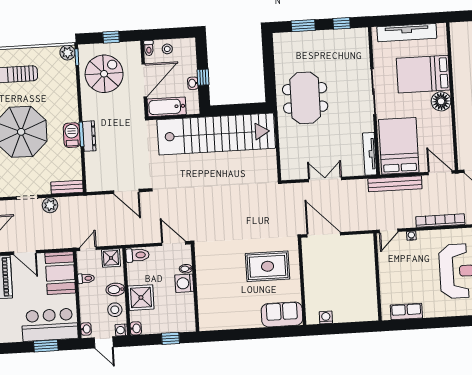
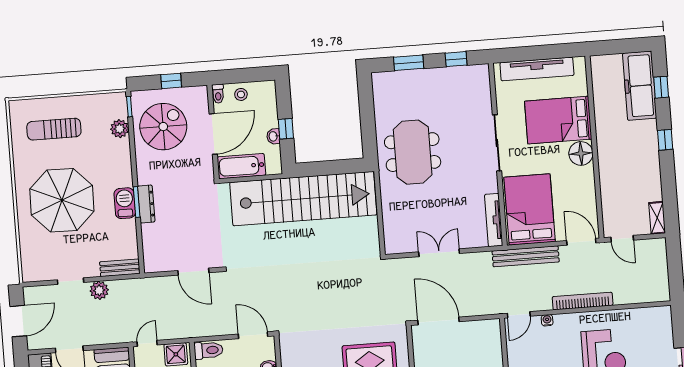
plant: (67, 53) -> (120, 129), moved

